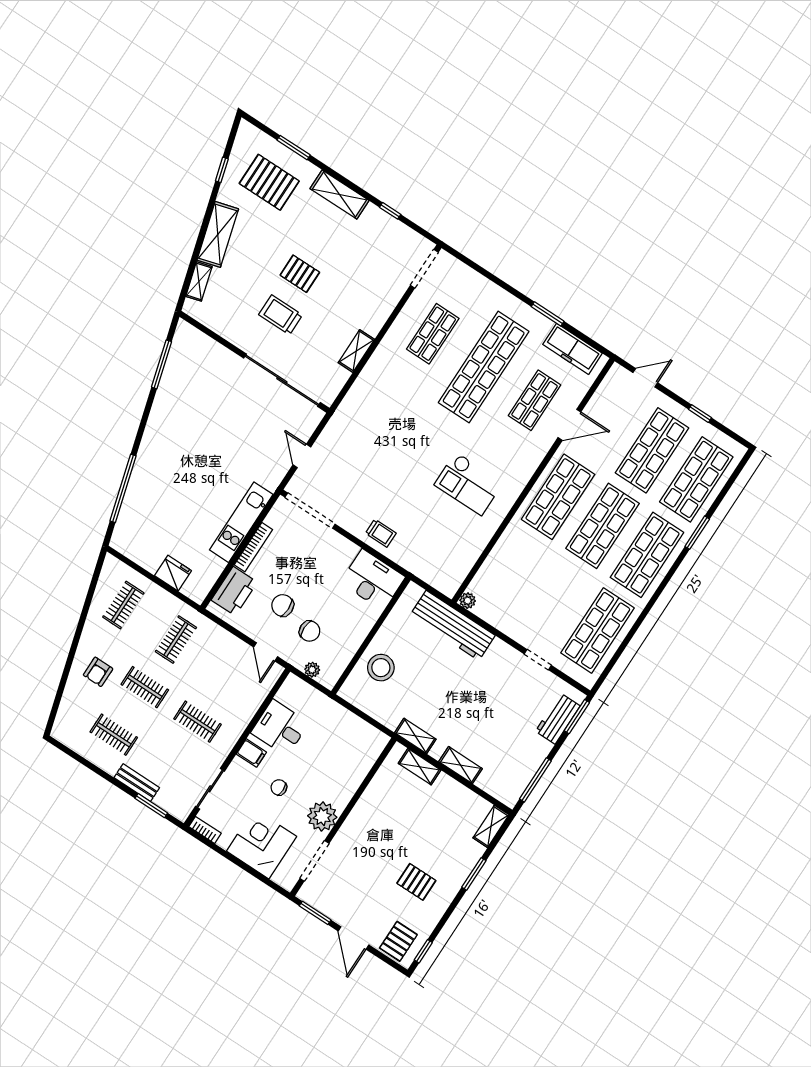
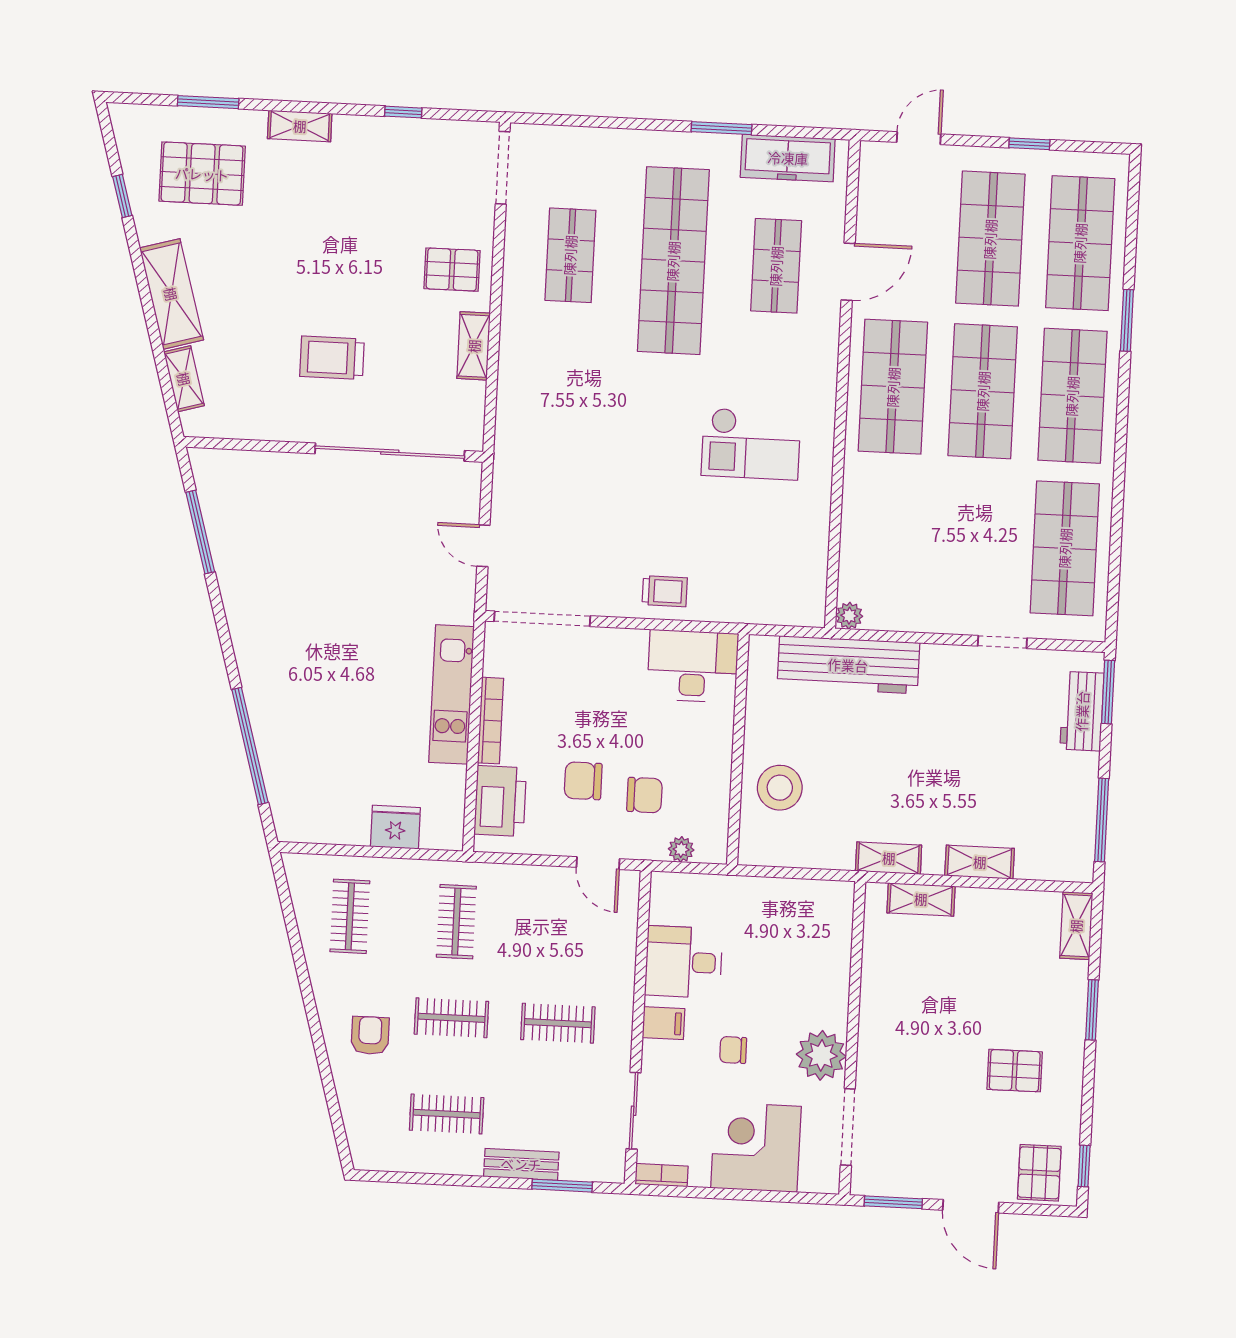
shelving: (339, 194) -> (300, 126), width x0.67, depth x0.75
pallet: (300, 274) -> (452, 270), moved
armchair: (98, 672) -> (370, 1035), turned 180

